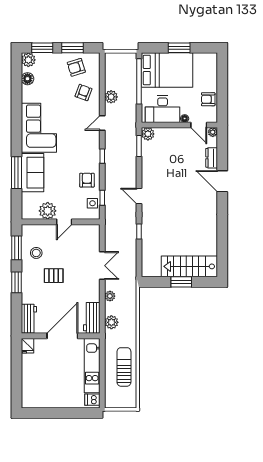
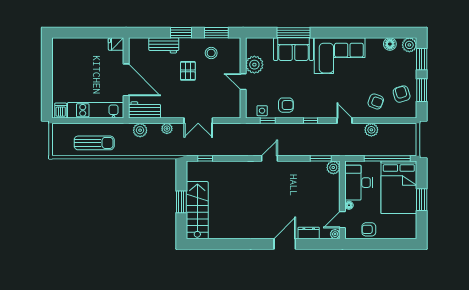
armchair: (208, 99) -> (369, 229), turned -90
window: (139, 231) -> (205, 158), moved
workbench: (29, 319) -> (164, 45), moved

